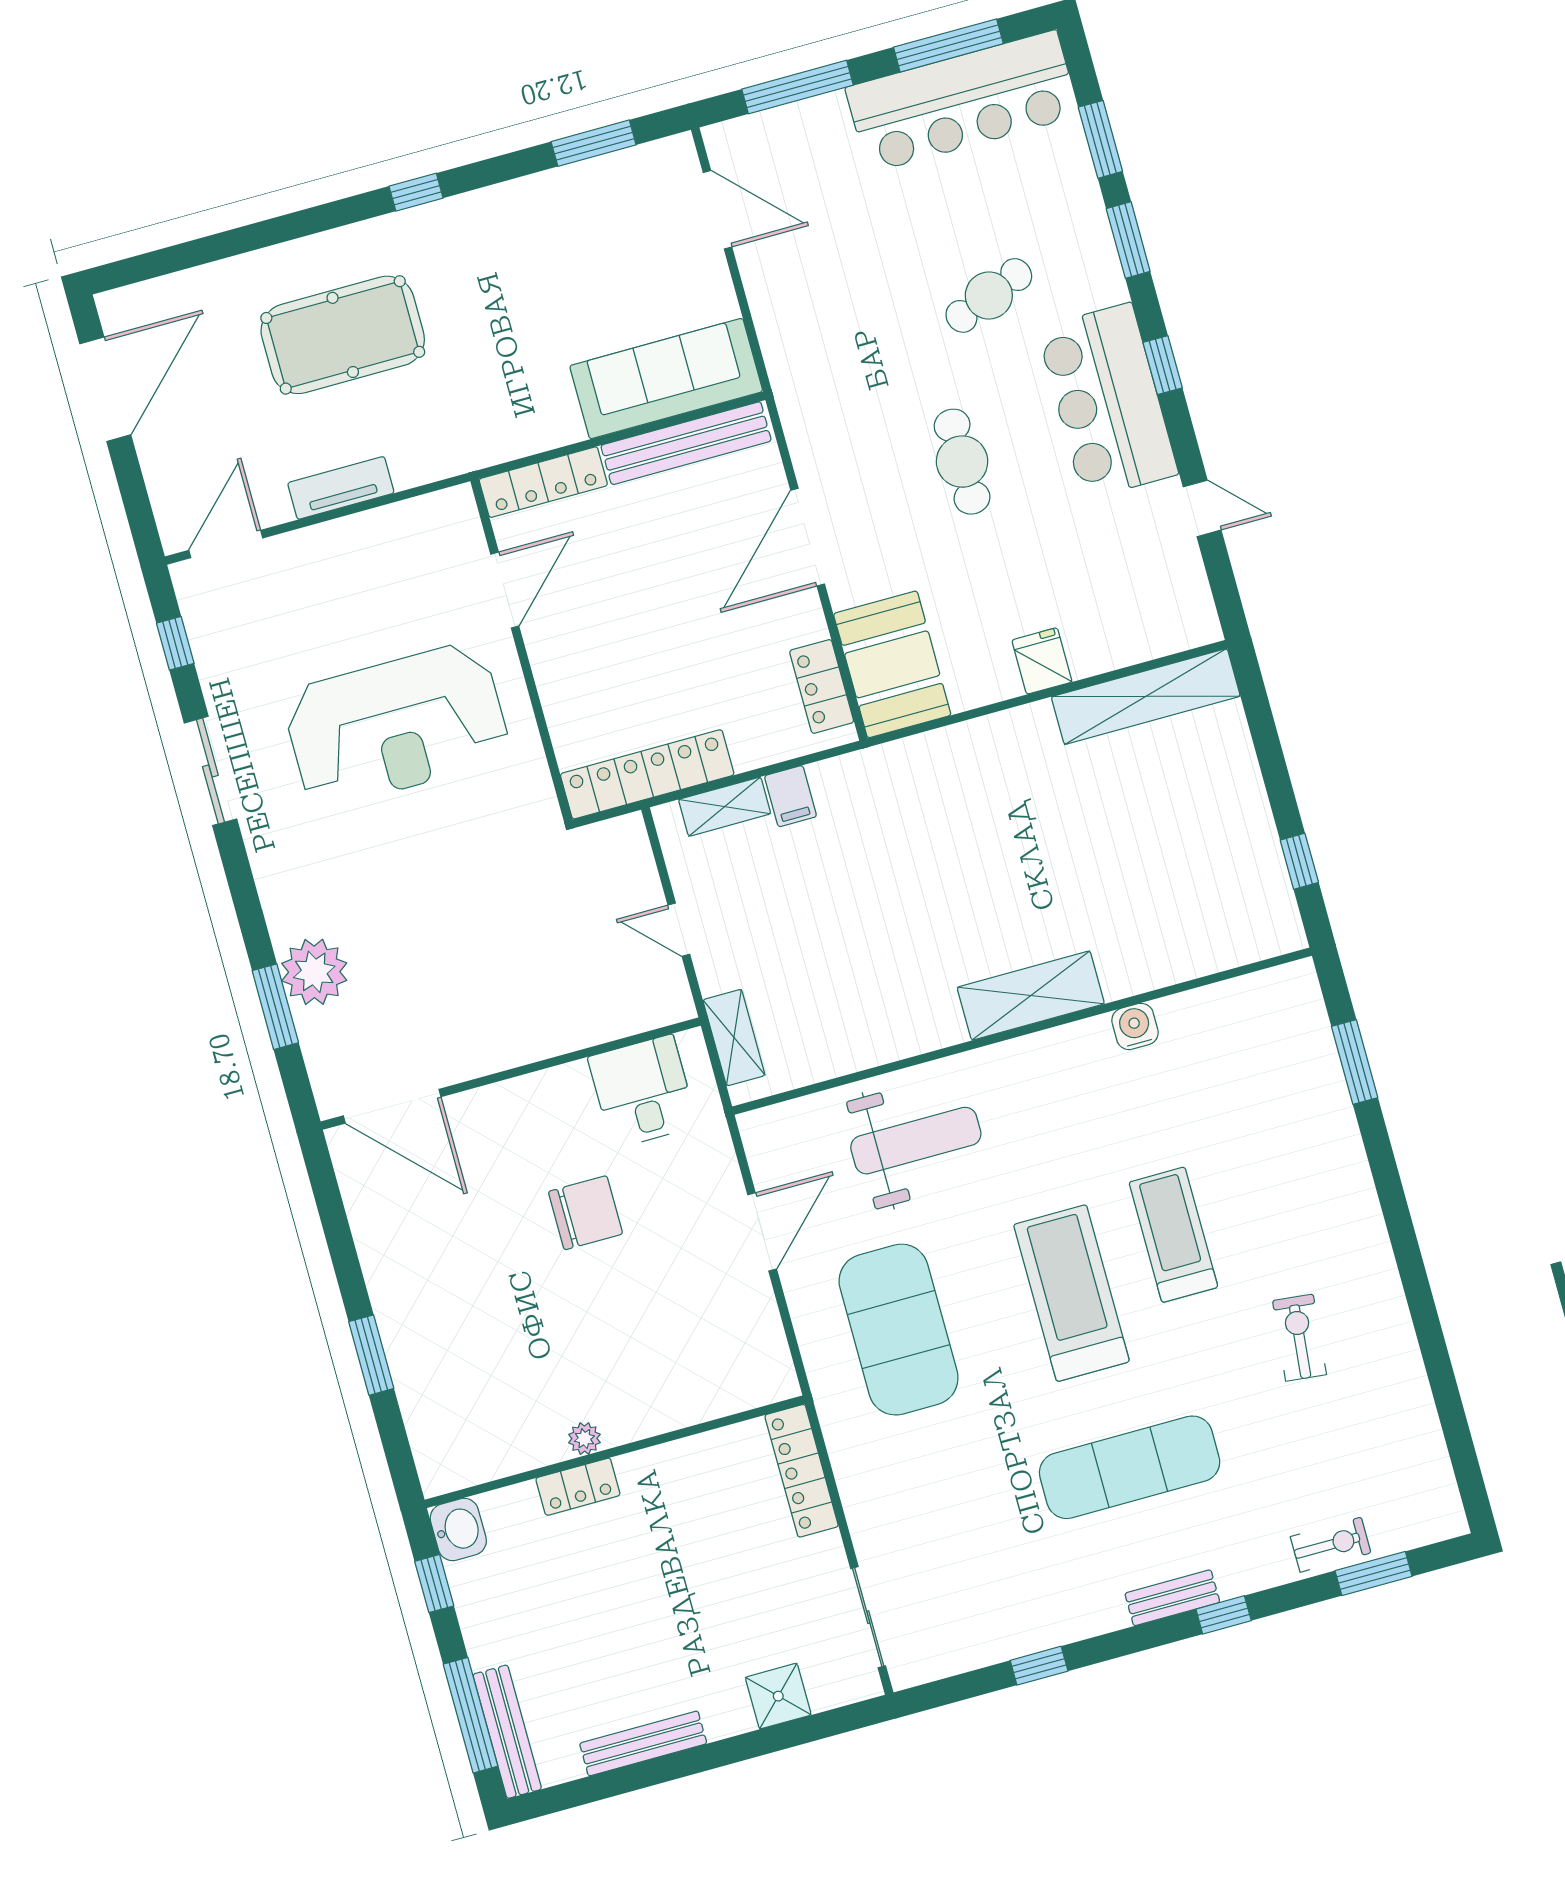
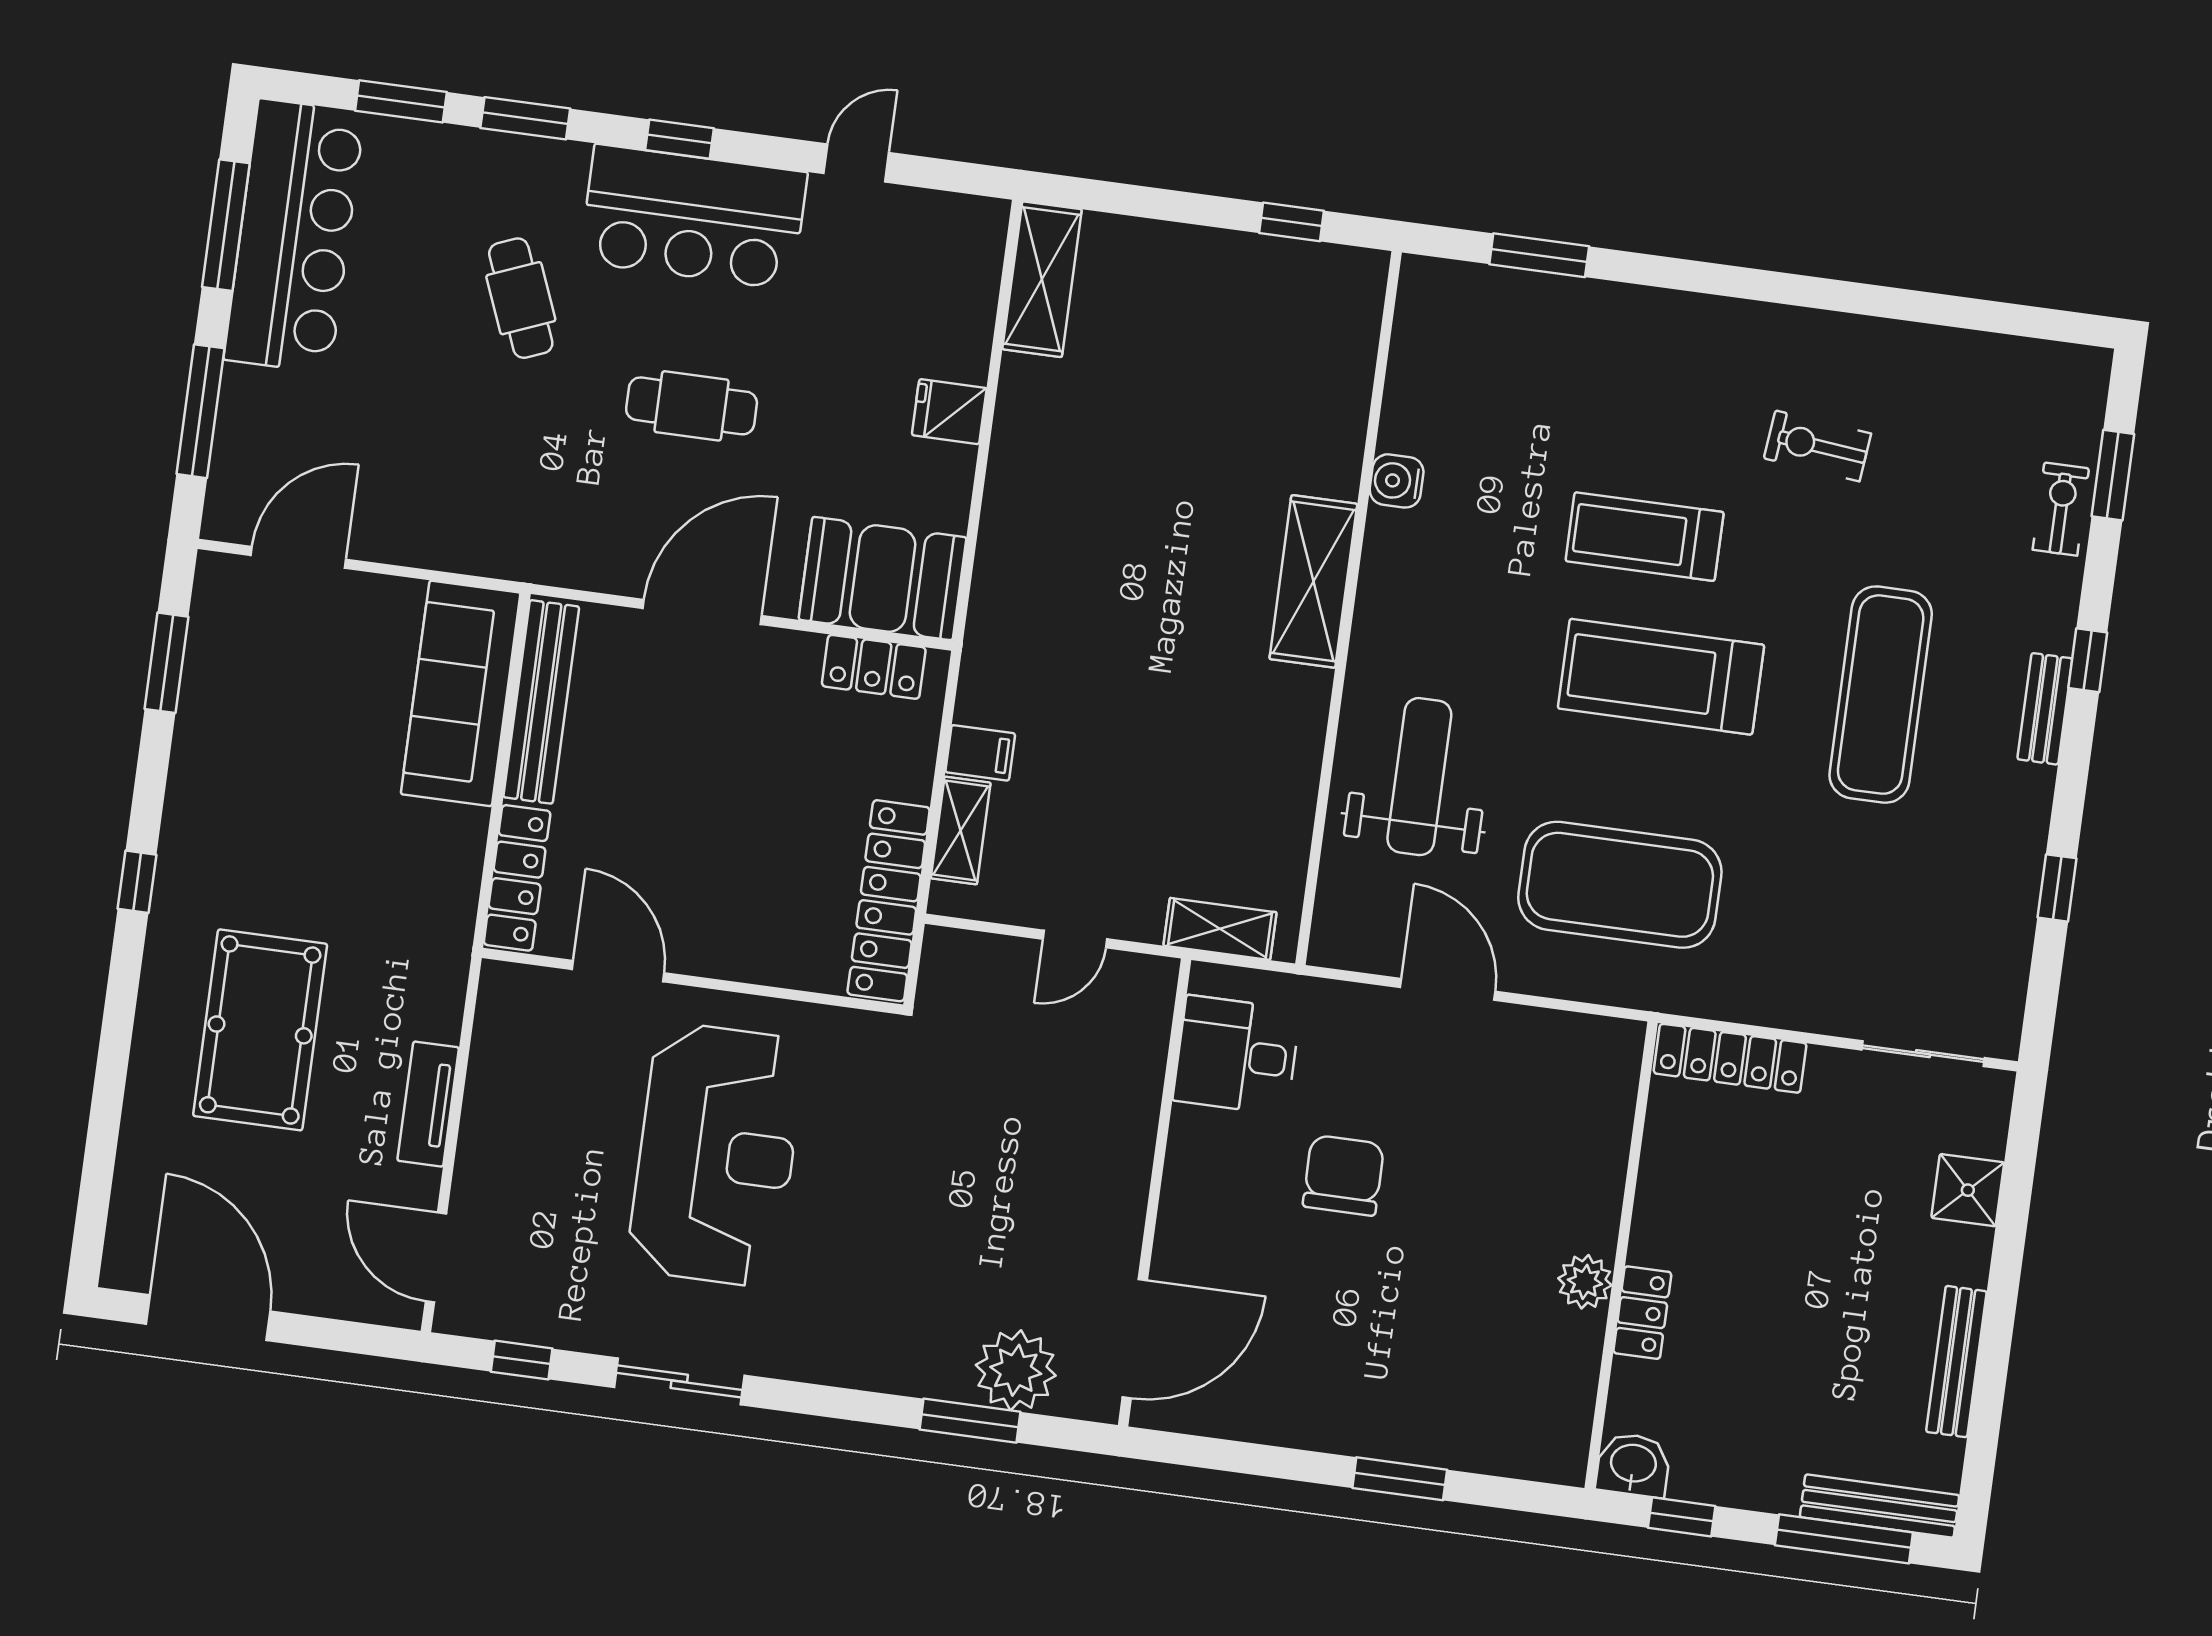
door: (808, 537) -> (702, 612), swing flipped
shelving: (1146, 696) -> (1042, 279), width x0.68
plant: (314, 972) -> (1016, 1370), moved
plant: (584, 1439) -> (1585, 1282), width x1.38, depth x1.38

